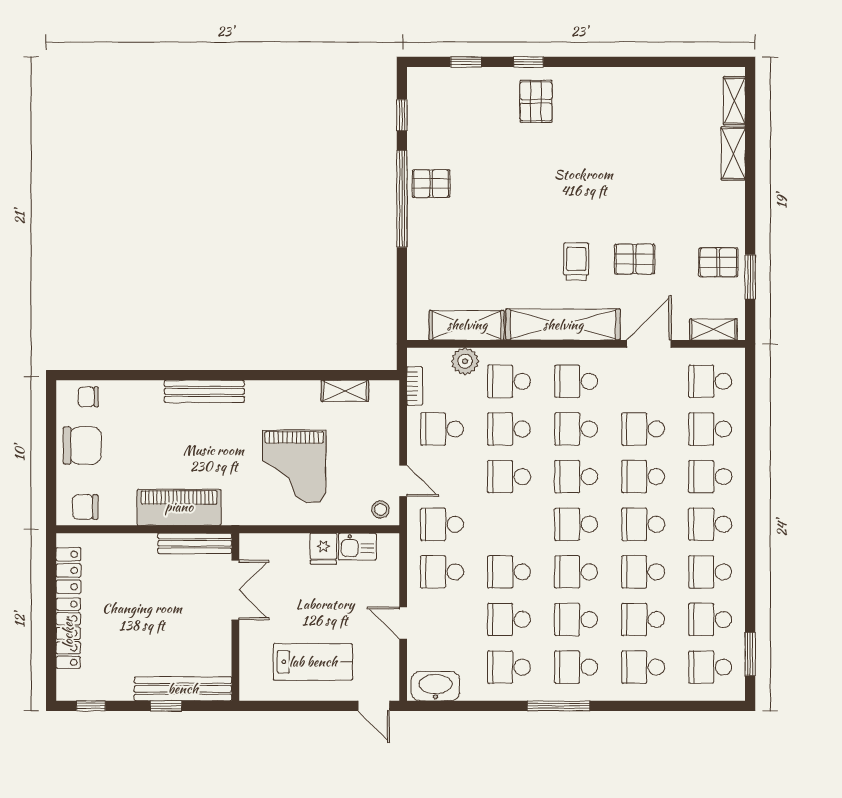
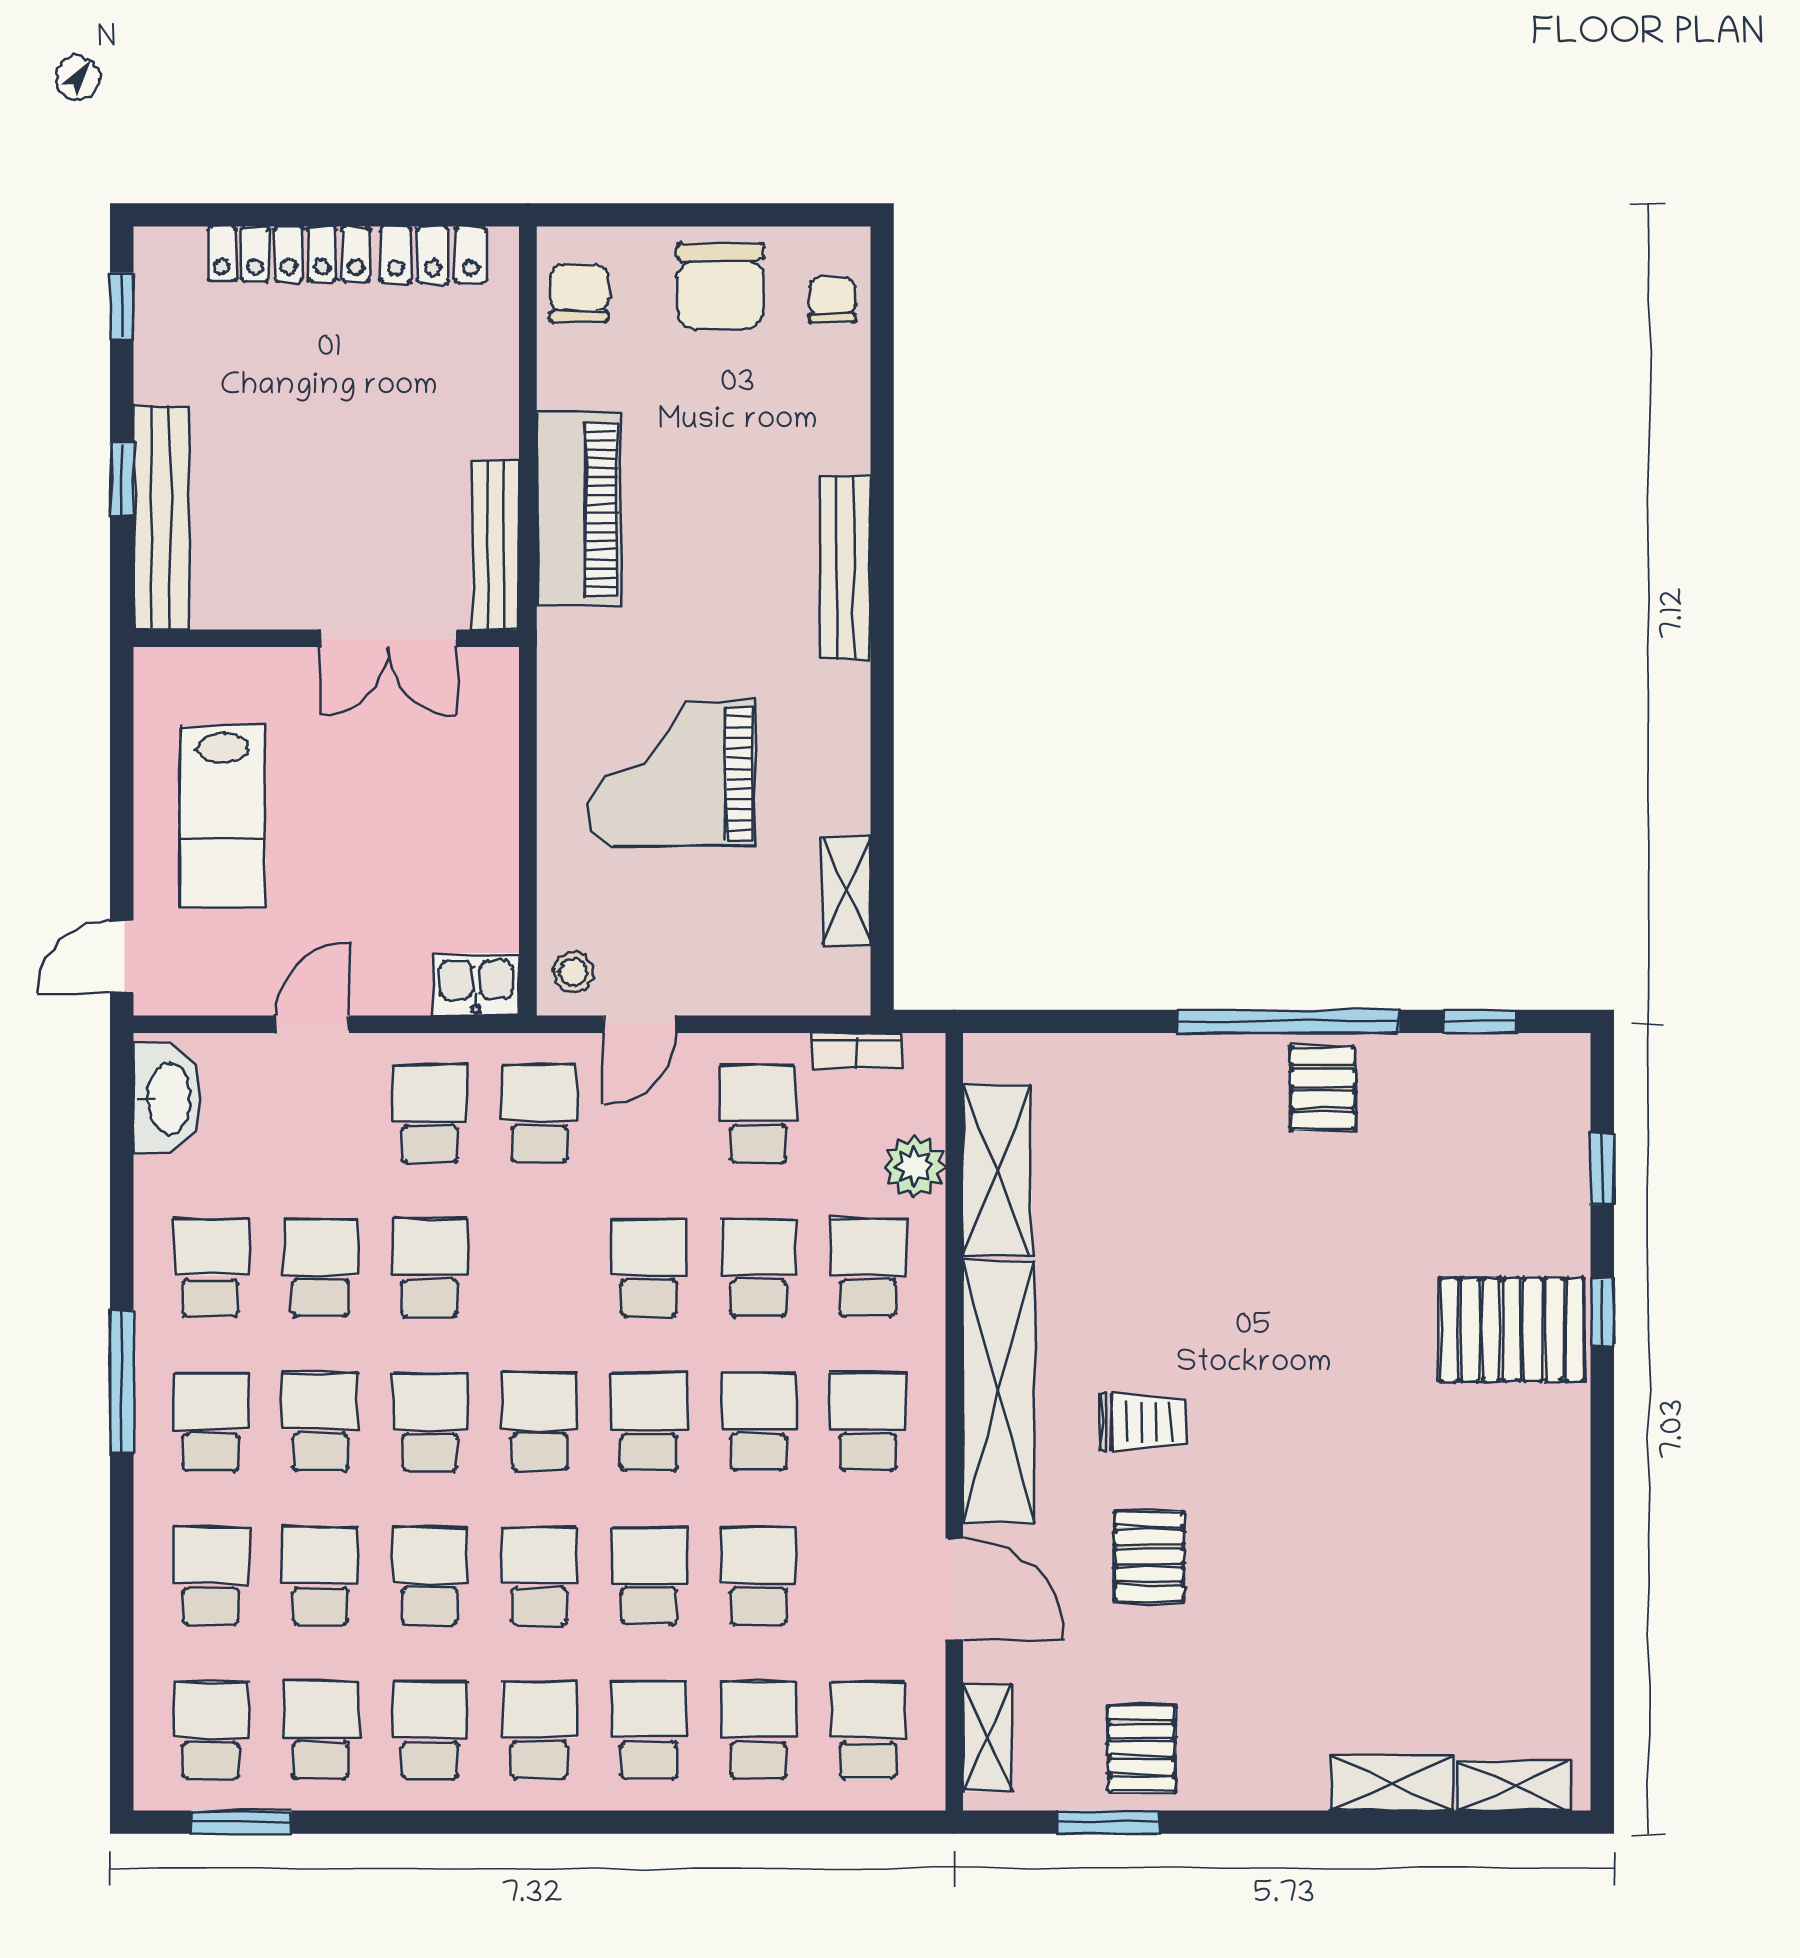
pallet: (536, 101) -> (1512, 1330), width x1.50, depth x1.42
kitchen sink: (357, 547) -> (476, 984), moved, turned 90
fridge: (323, 549) -> (483, 841), removed

